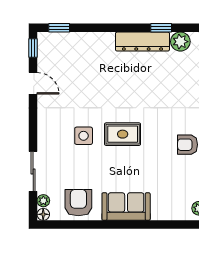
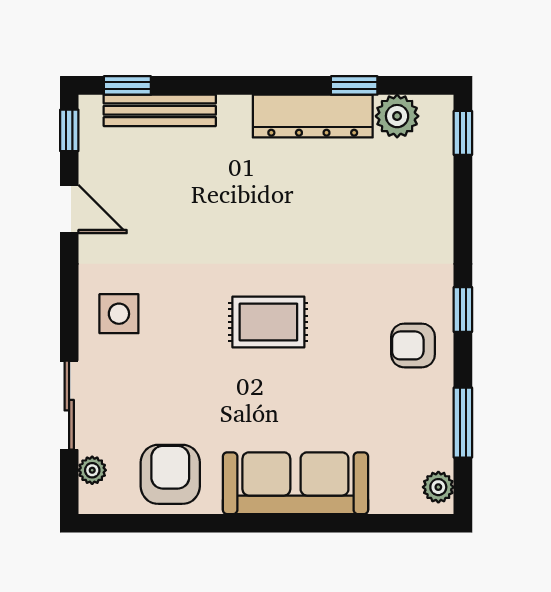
bench: (74, 39) -> (160, 110), added
side table: (84, 136) -> (119, 314), moved
sofa: (126, 207) -> (295, 483), width x1.36
floor lamp: (43, 214) -> (92, 501), removed

